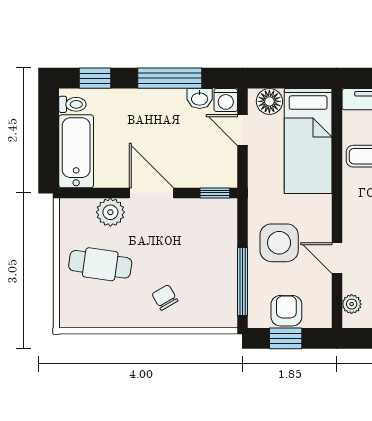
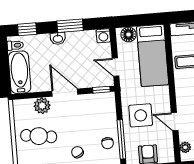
window: (170, 78) -> (70, 26), width x0.69
washbasin: (200, 98) -> (58, 38), moved
door: (243, 130) -> (116, 67), moved
chair: (218, 286) -> (108, 143), added

